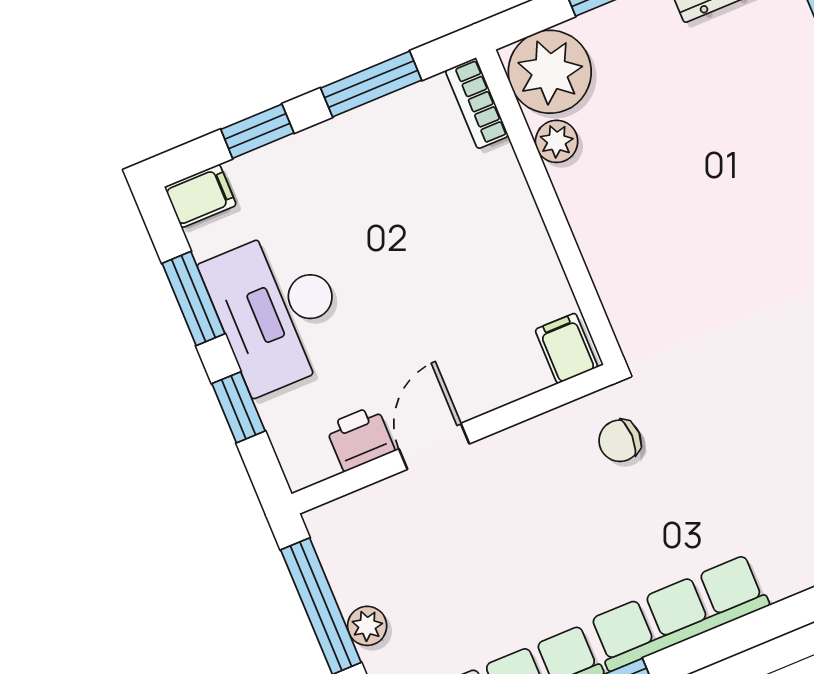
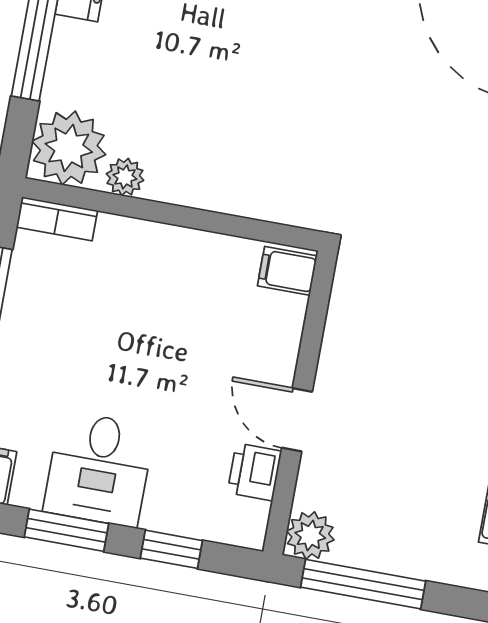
desk: (277, 310) -> (99, 469), width x0.73
chair: (620, 441) -> (384, 276), removed
plant: (367, 626) -> (310, 535), moved, width x1.38, depth x1.38

